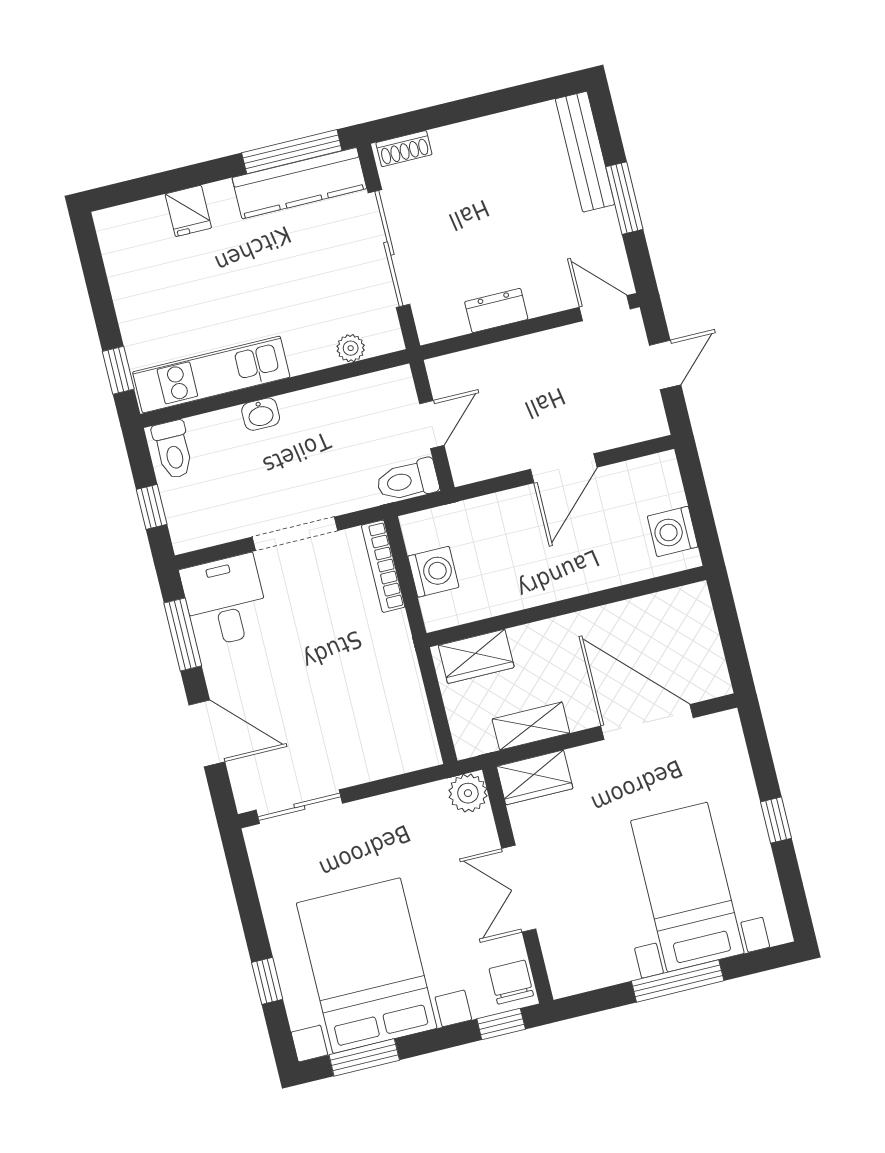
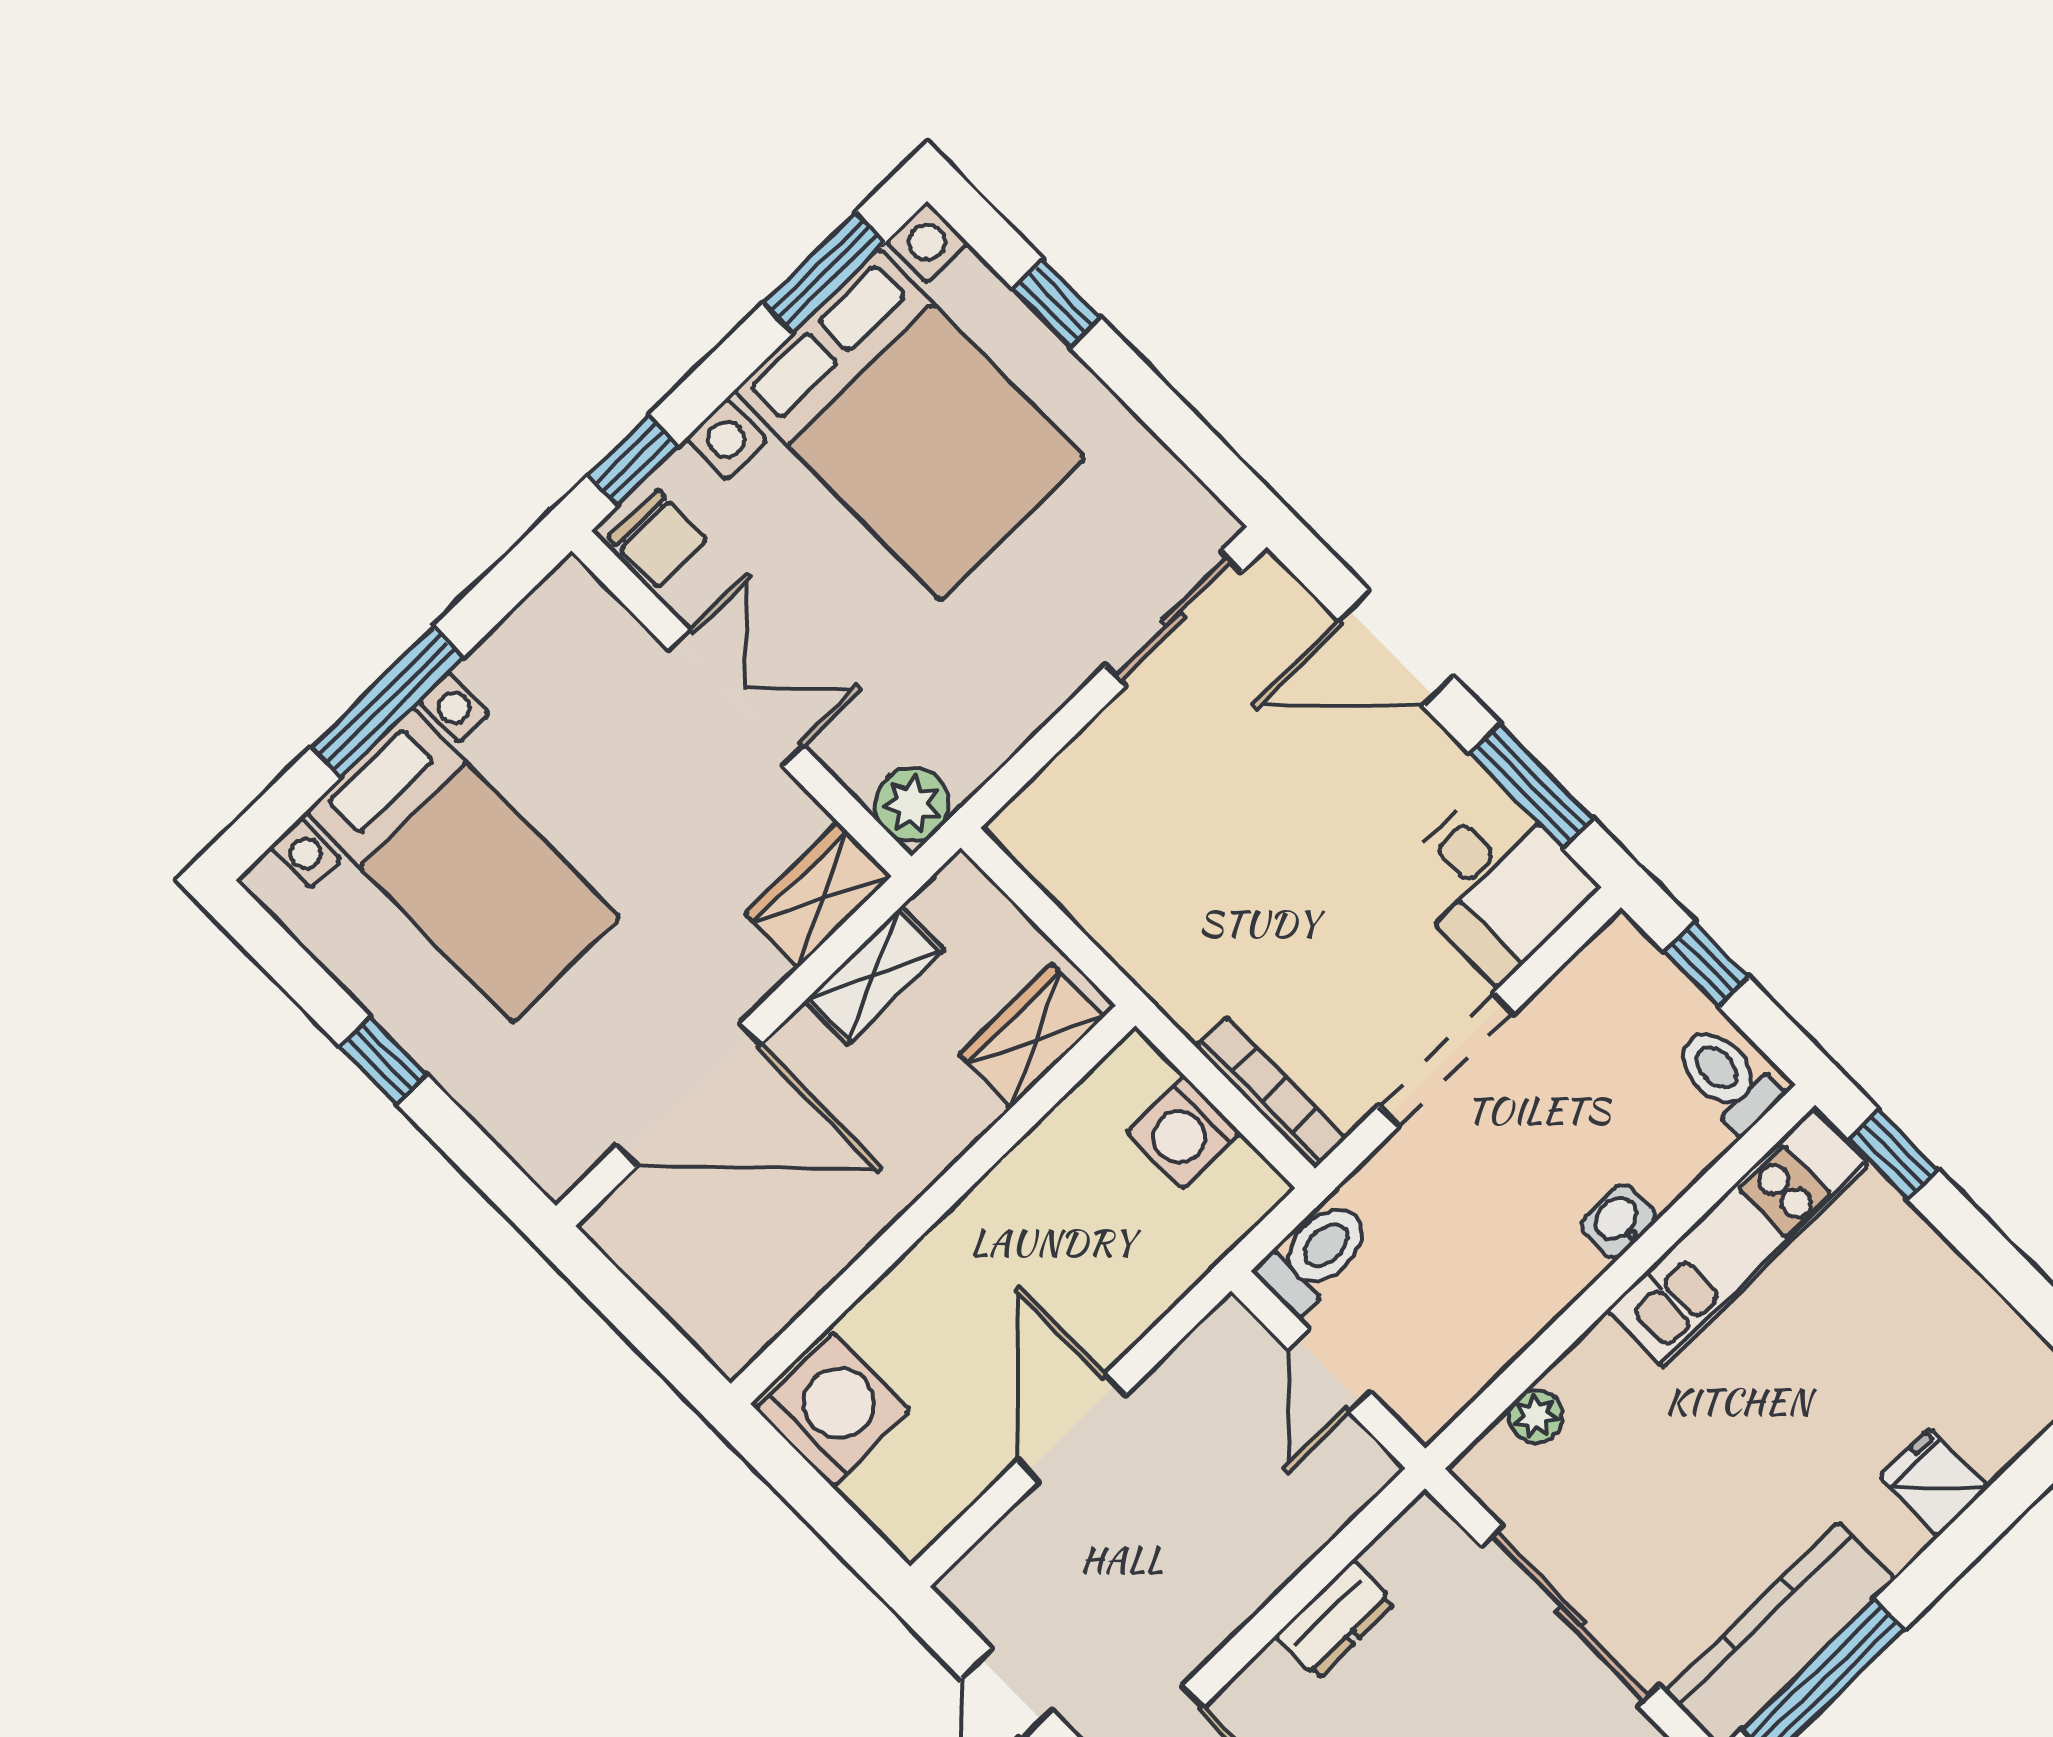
washing machine: (673, 531) -> (833, 1409), width x1.37, depth x1.37

